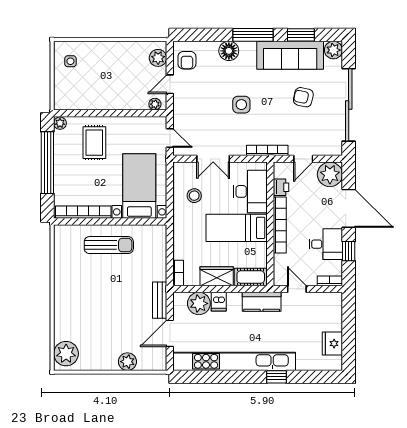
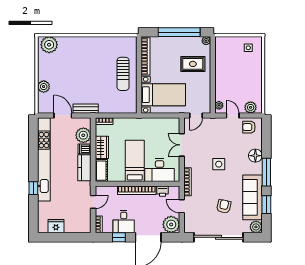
stool: (194, 196) -> (157, 132), removed
kitchen counter: (262, 302) -> (84, 168), moved

